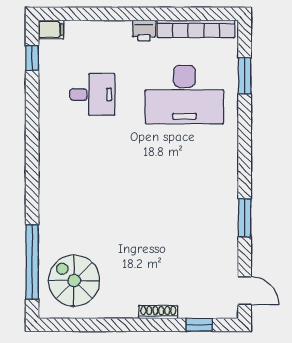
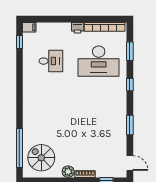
window: (245, 140) -> (130, 85), added
plant: (126, 307) -> (68, 172), added

